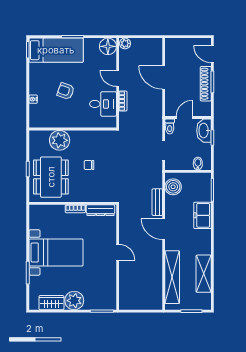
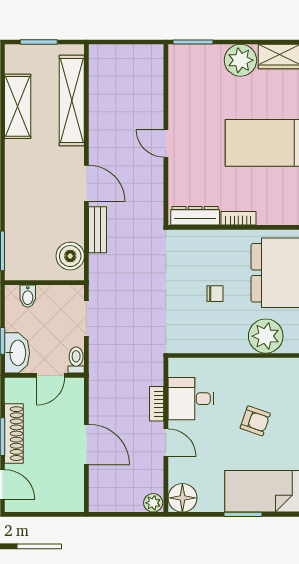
freezer: (203, 215) -> (20, 207), removed

